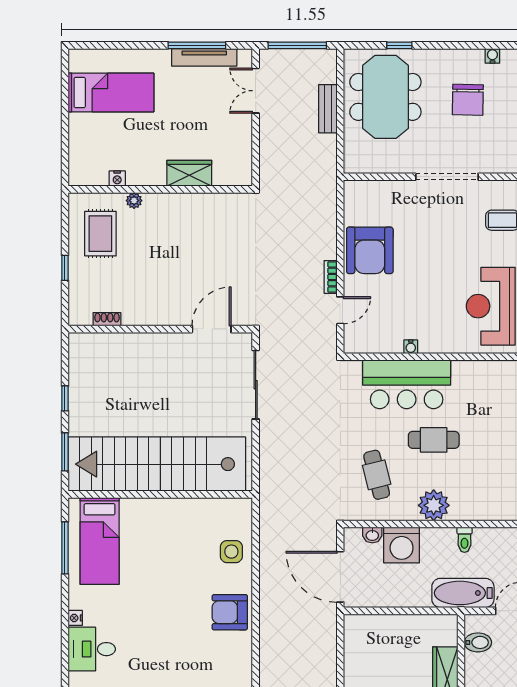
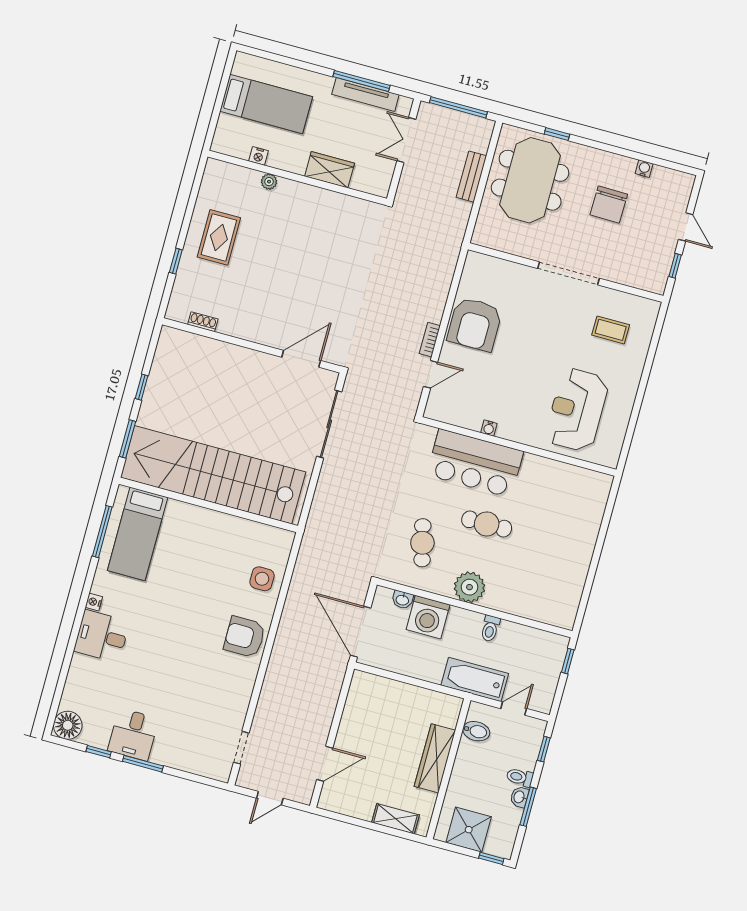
wardrobe: (189, 173) -> (330, 170), moved
nightstand: (117, 179) -> (258, 156), moved
wall: (160, 189) -> (297, 178), moved
plant: (134, 201) -> (269, 182), moved

